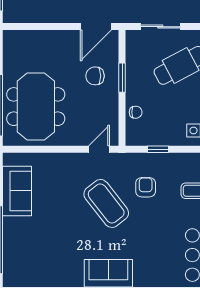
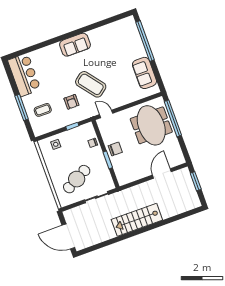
door: (96, 27) -> (162, 173), moved
chair: (95, 76) -> (115, 149), moved
door: (99, 149) -> (106, 114), swing flipped

